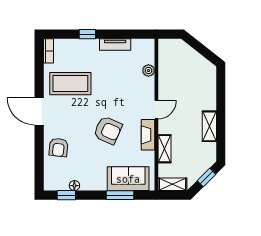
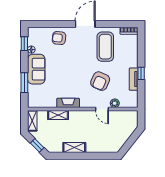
window: (87, 34) -> (141, 73), moved
door: (156, 110) -> (102, 109), moved
armchair: (108, 130) -> (100, 81), moved
sofa: (128, 179) -> (36, 69), moved

